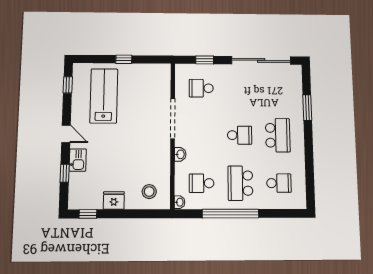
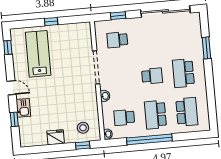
school desk: (278, 135) -> (183, 73), turned 180
school desk: (279, 183) -> (187, 112), width x1.85
window: (88, 214) -> (83, 145), moved

